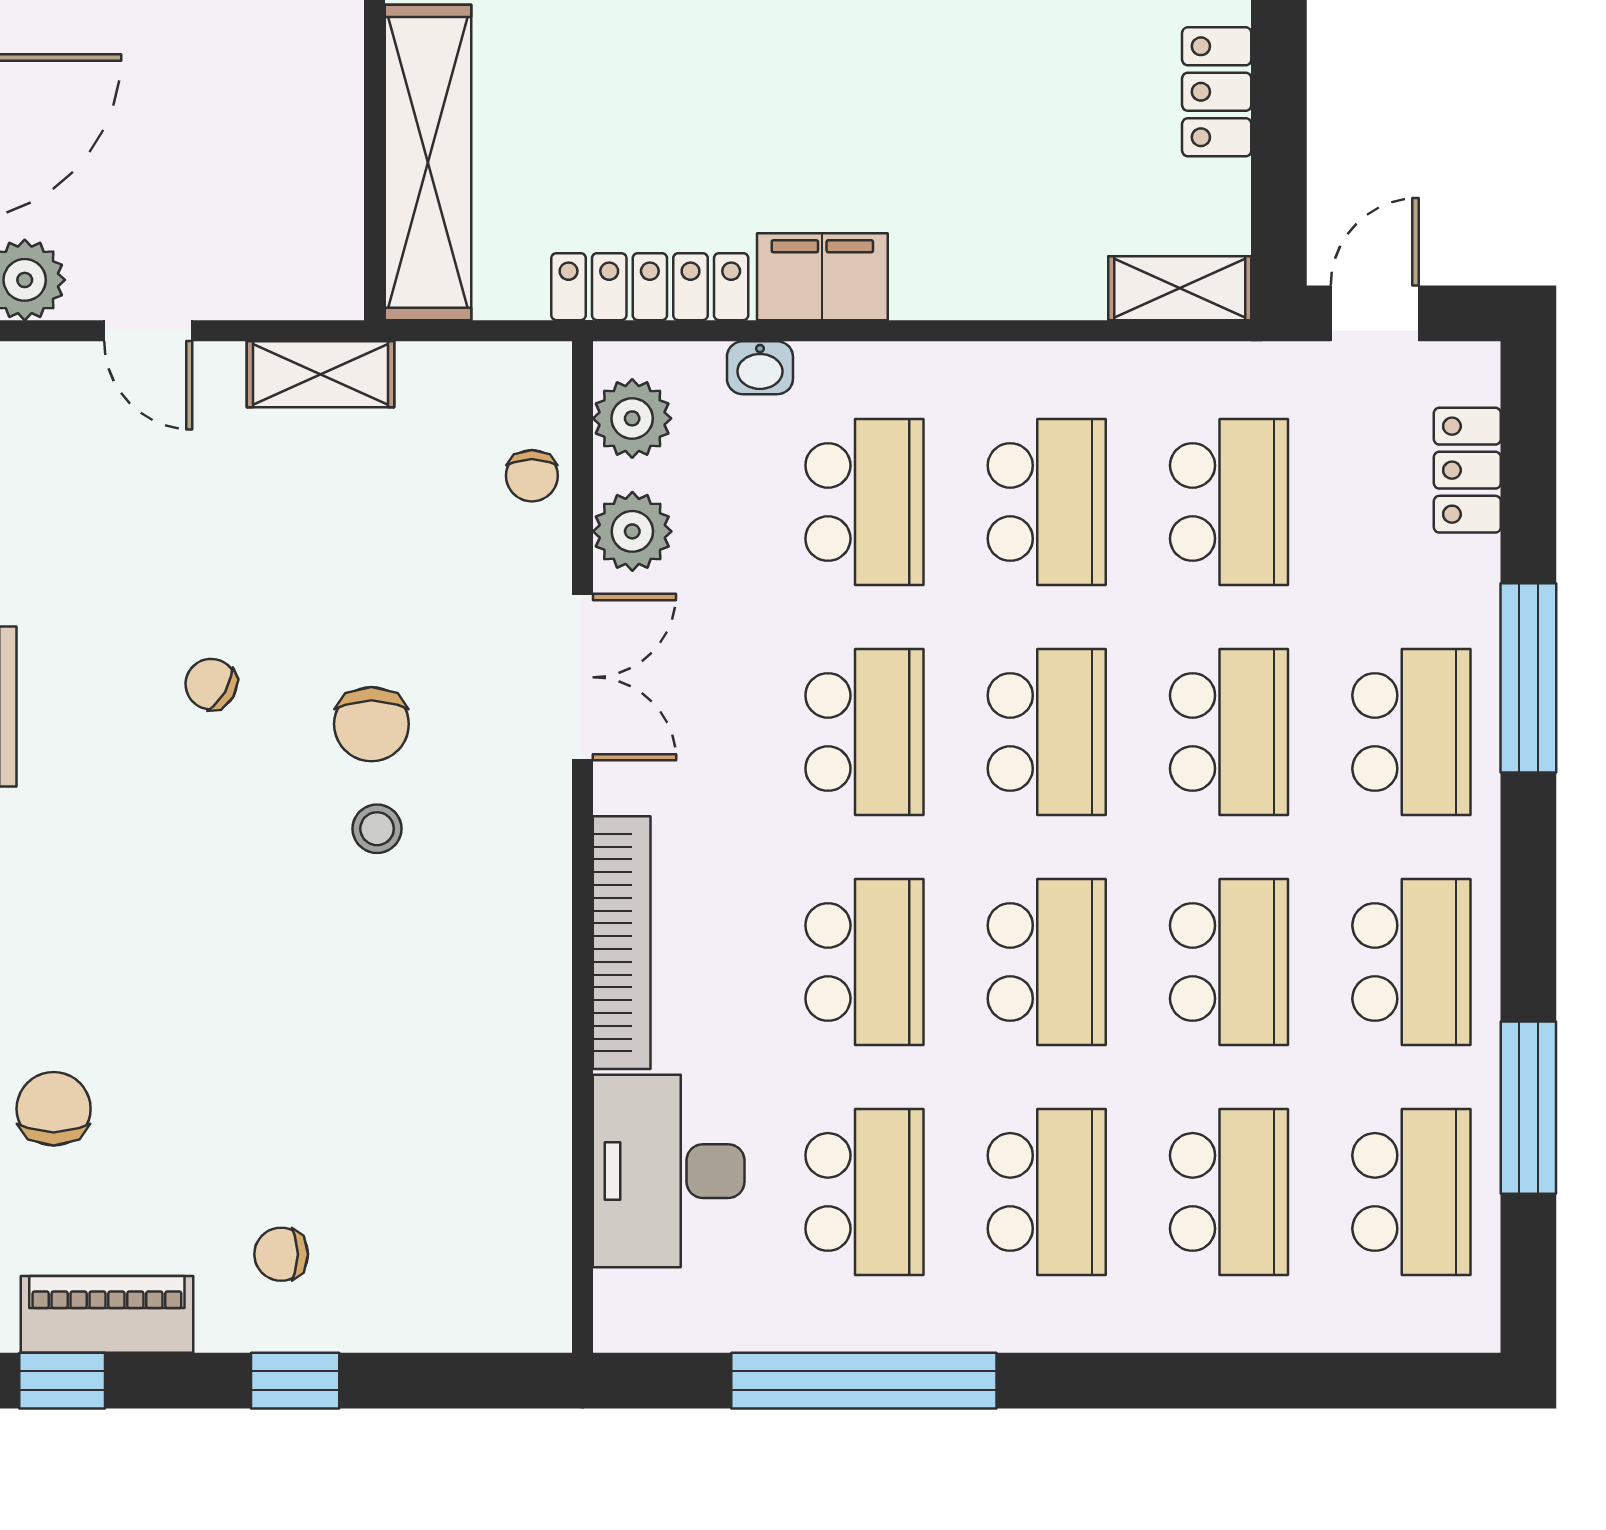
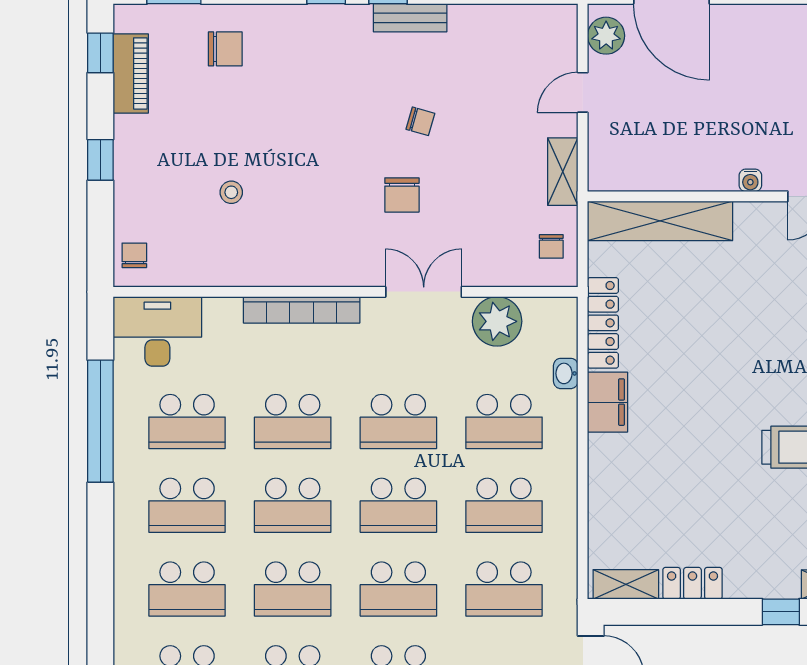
shelving: (1180, 288) -> (626, 584), moved, turned 90
plant: (632, 418) -> (542, 315), removed
chair: (532, 476) -> (551, 246), moved, turned -90
plant: (632, 531) -> (497, 321), width x1.36, depth x1.36
double door: (582, 677) -> (424, 292), swing flipped
chair: (211, 684) -> (420, 121), turned 76
chair: (371, 724) -> (402, 195), turned -90
stool: (377, 829) -> (231, 192), moved
desk: (669, 1171) -> (157, 331), moved
chair: (281, 1254) -> (134, 255), moved

